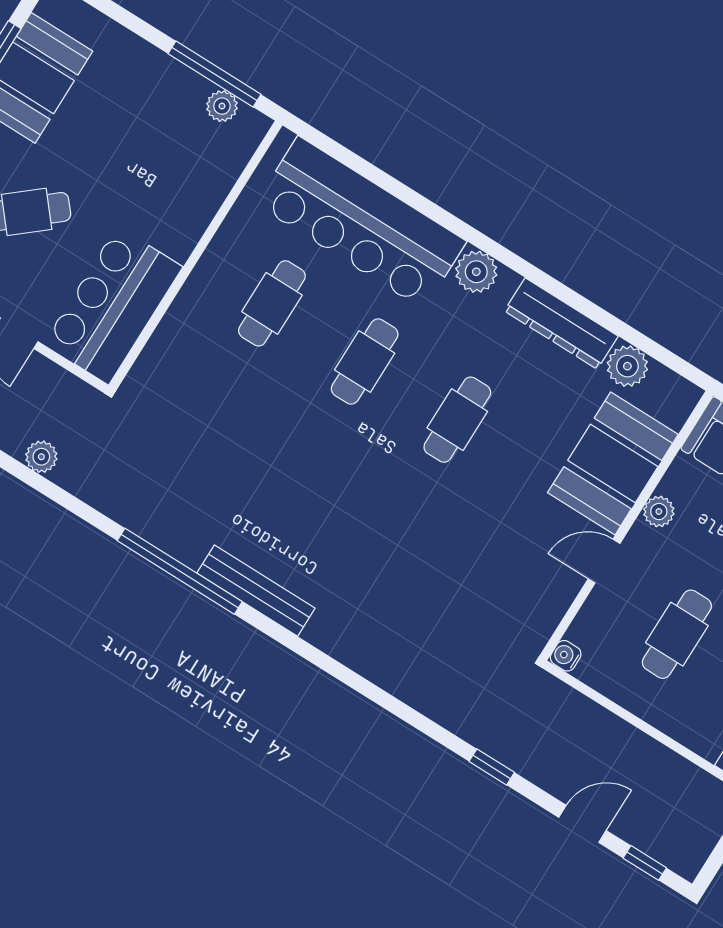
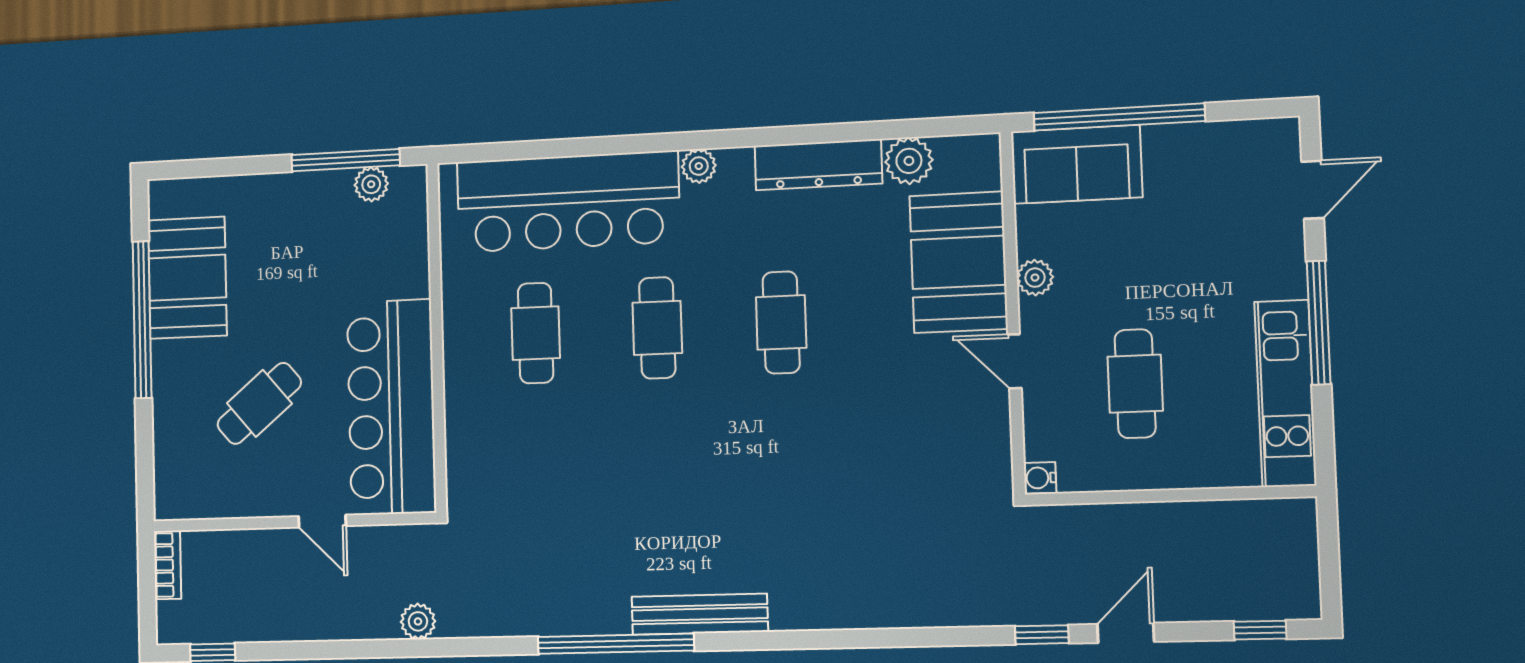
plant: (476, 272) -> (699, 166), width x0.73, depth x0.73
bar counter: (113, 305) -> (391, 407), width x1.36
door: (604, 561) -> (1015, 361), hinge flipped
door: (582, 824) -> (1126, 633), moved

